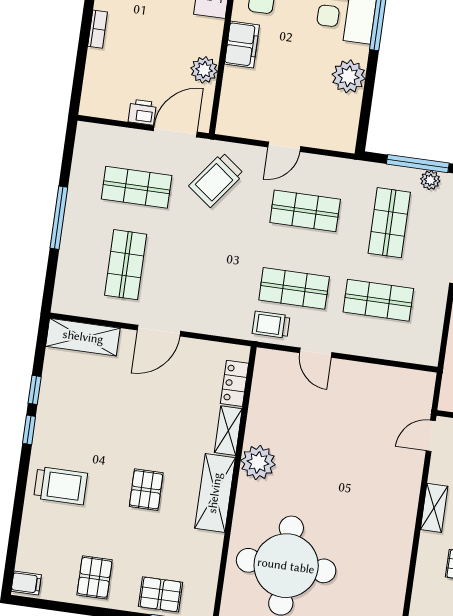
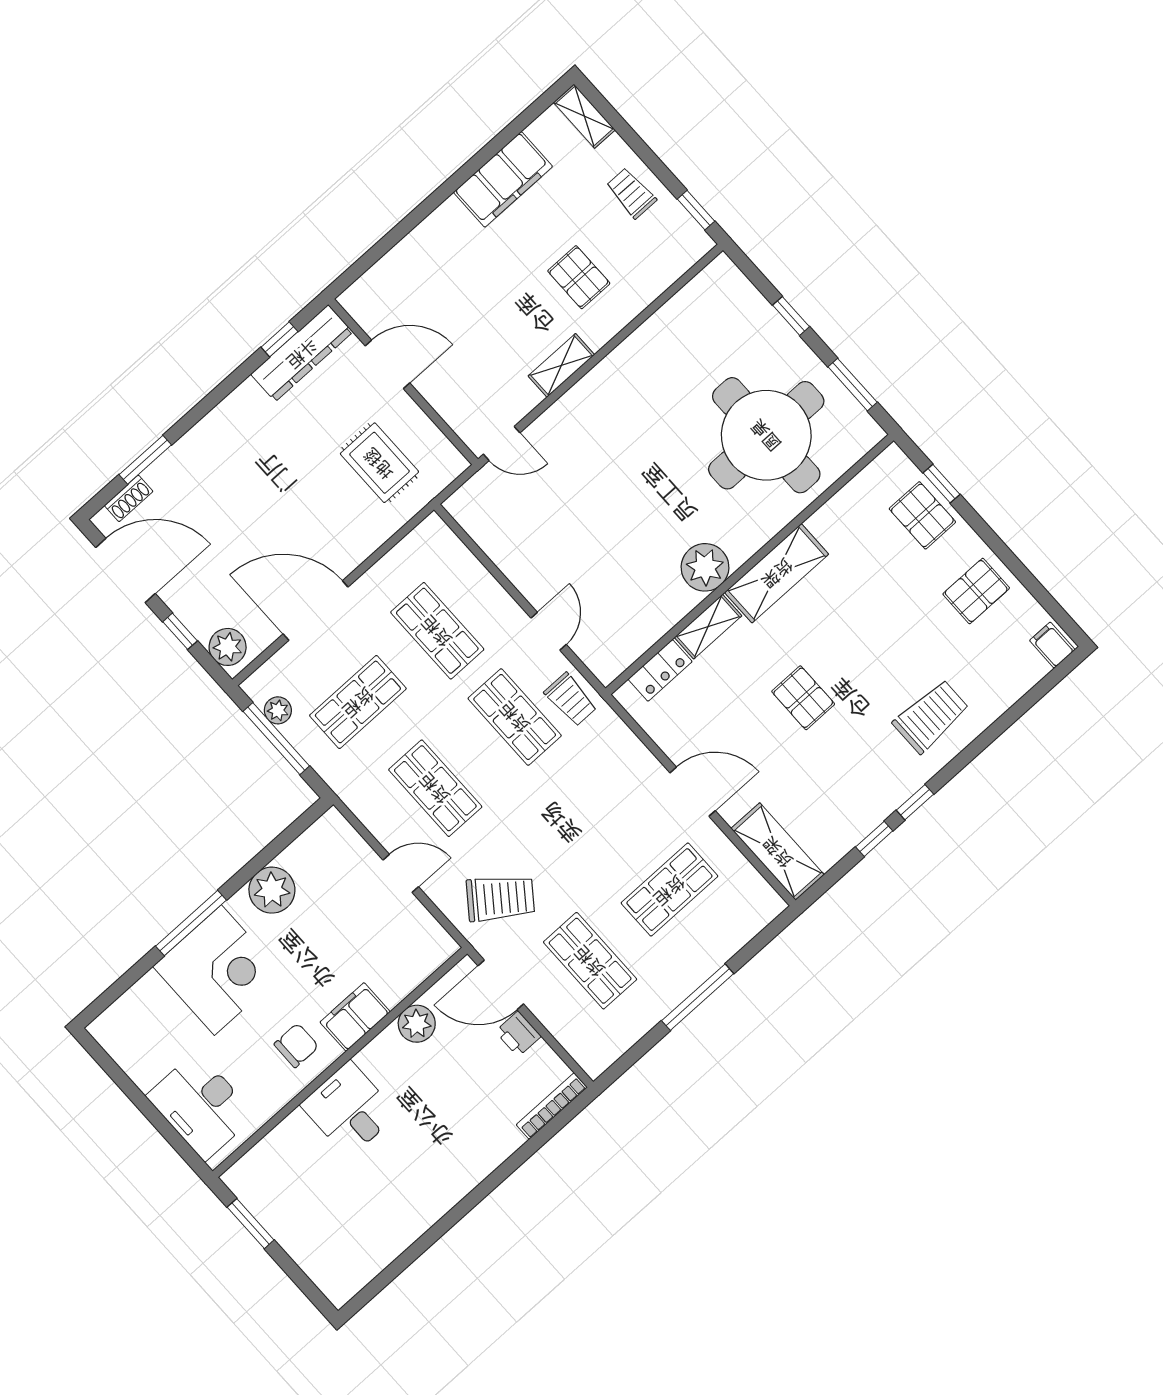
bookcase: (98, 29) -> (552, 1106), moved, width x1.56
trolley: (61, 486) -> (931, 716), turned 90
pallet: (146, 490) -> (803, 698), moved, turned 90

